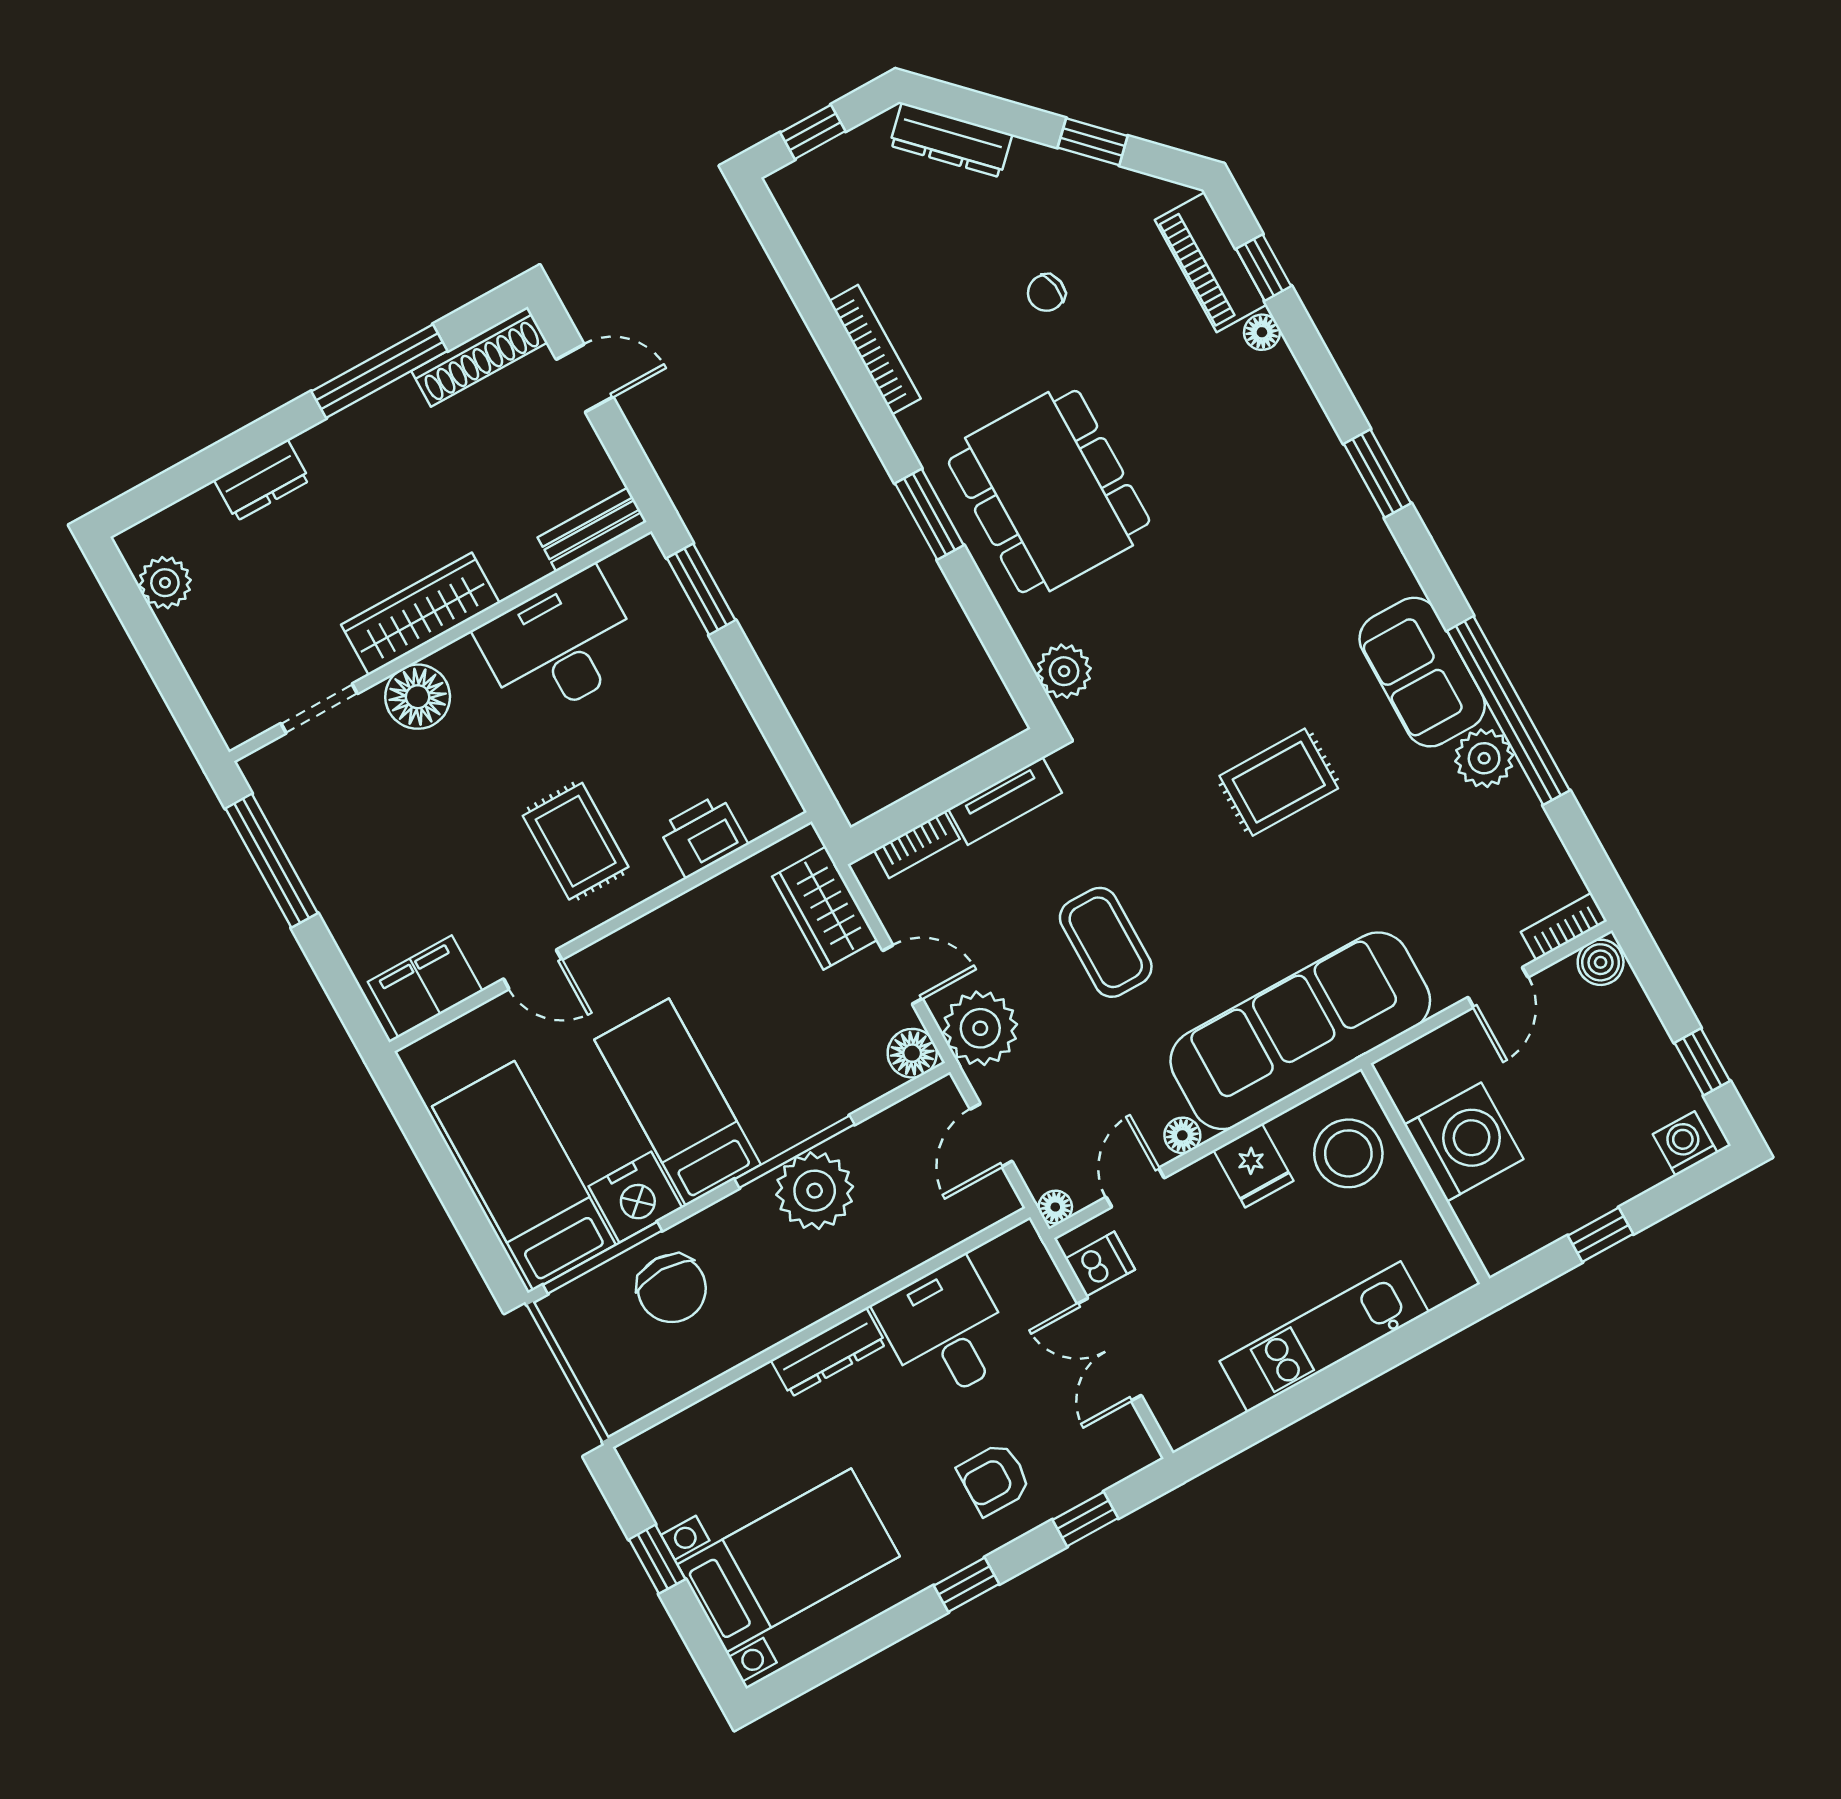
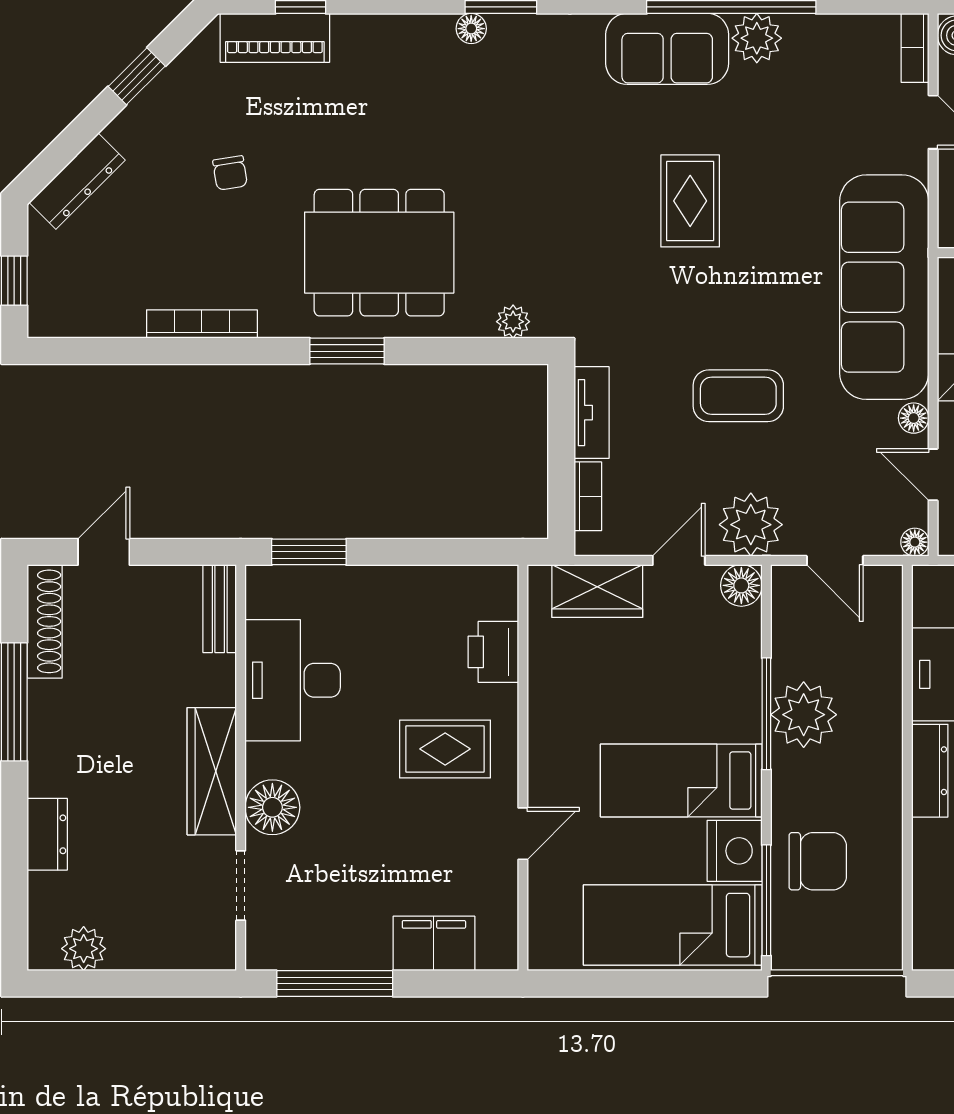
floor lamp: (1262, 332) -> (471, 29), moved
plant: (1064, 671) -> (513, 322), width x0.73, depth x0.73
filing cabinet: (425, 986) -> (434, 943), moved, turned 90

